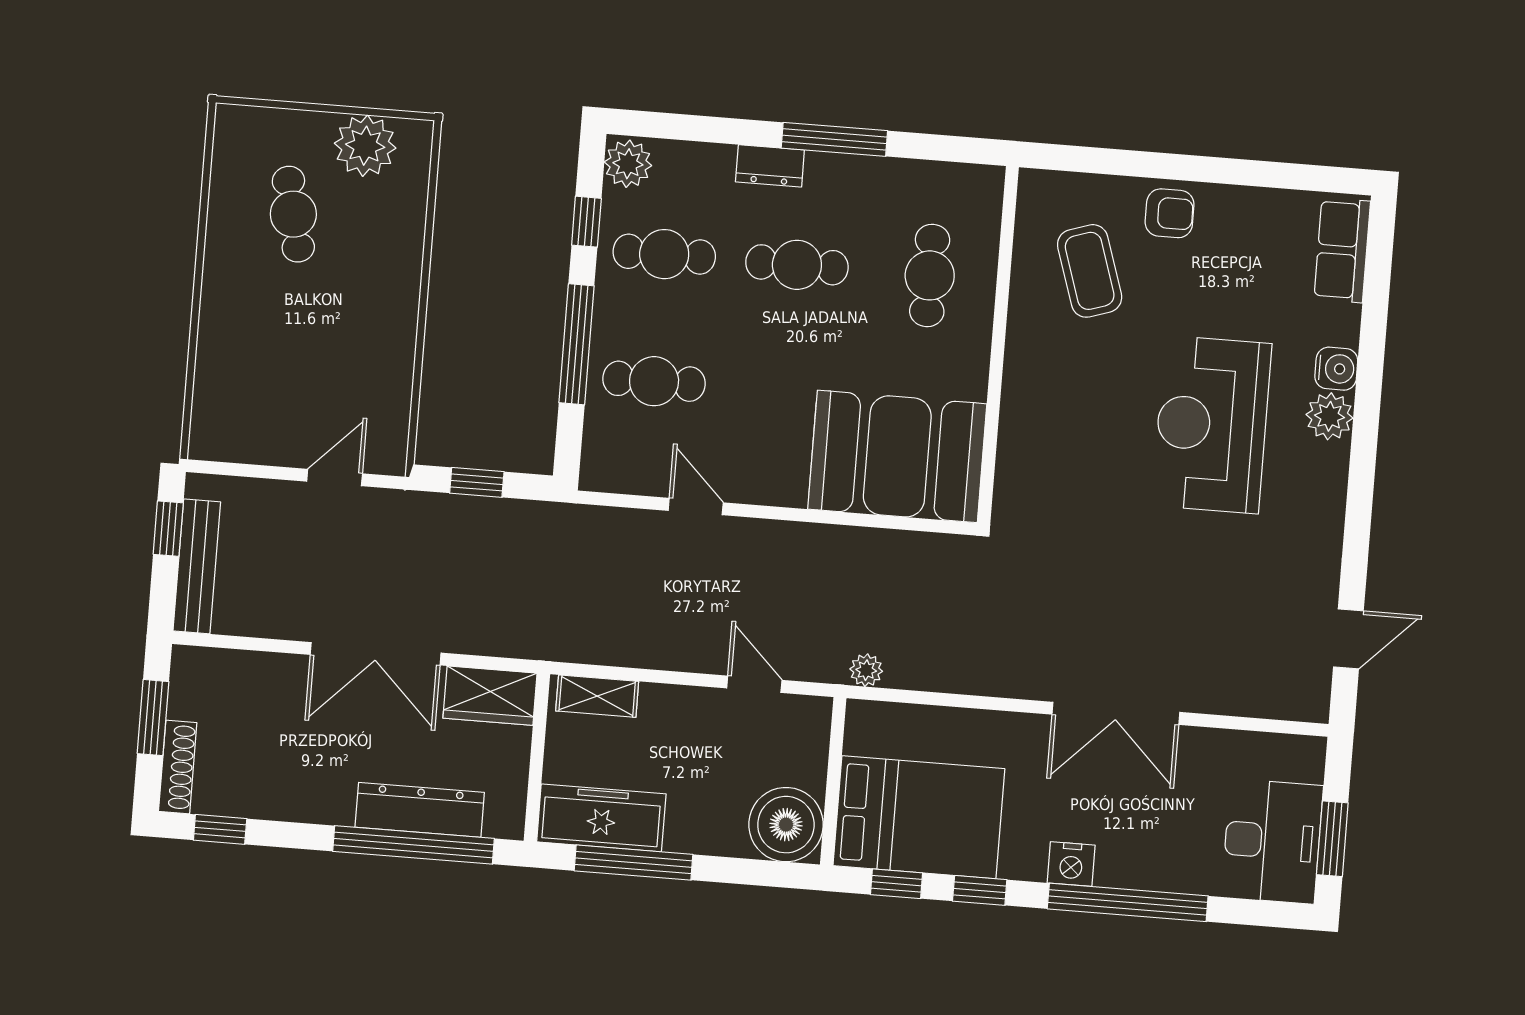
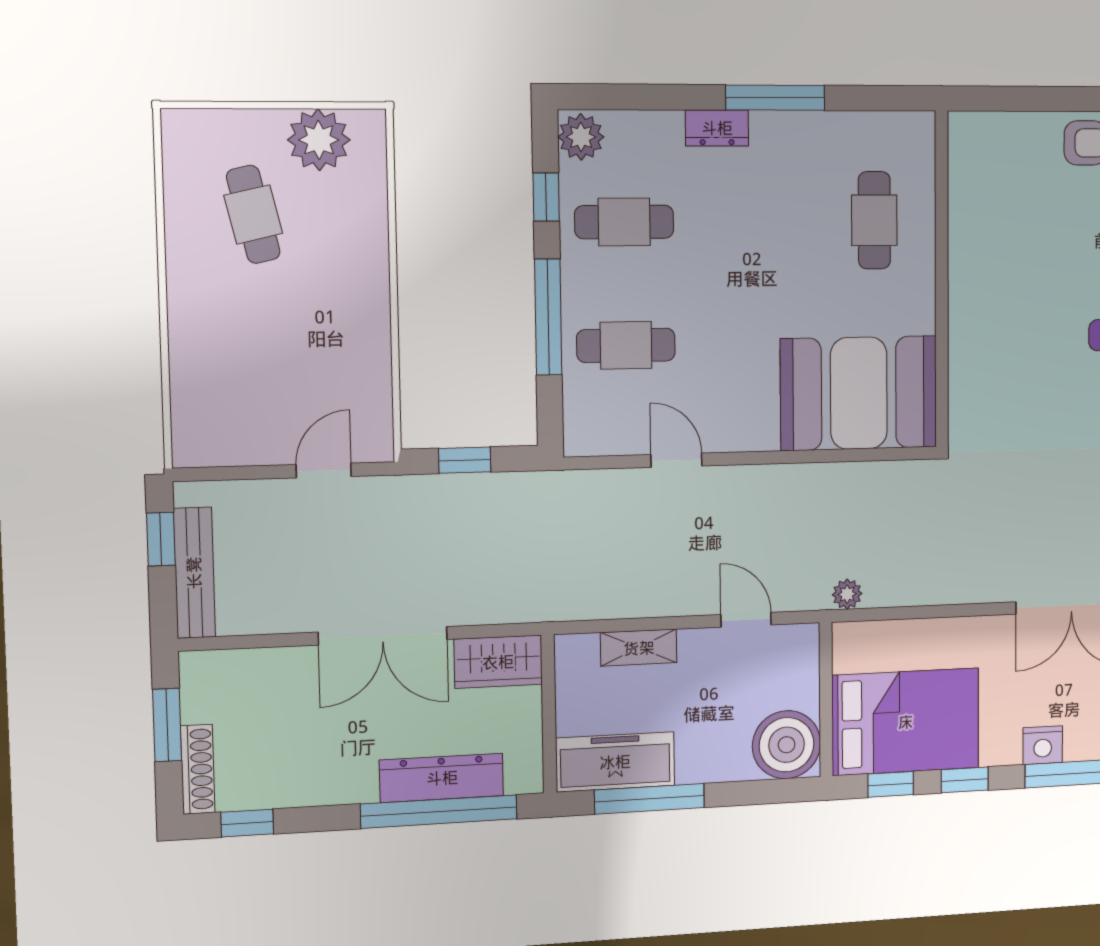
cafe table: (797, 265) -> (751, 221), removed
coffee table: (1090, 271) -> (1018, 203), removed
shelving: (597, 696) -> (639, 648), moved

